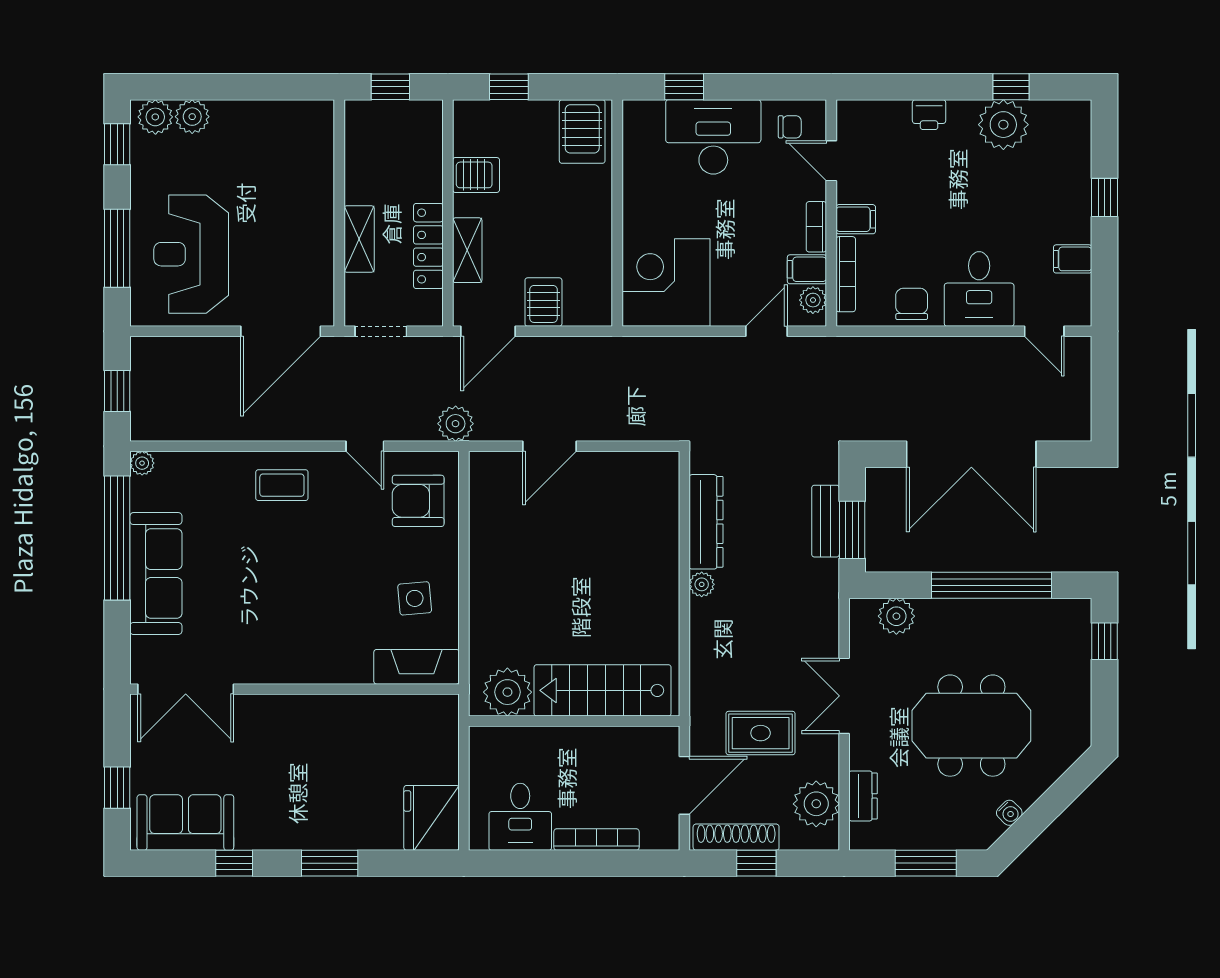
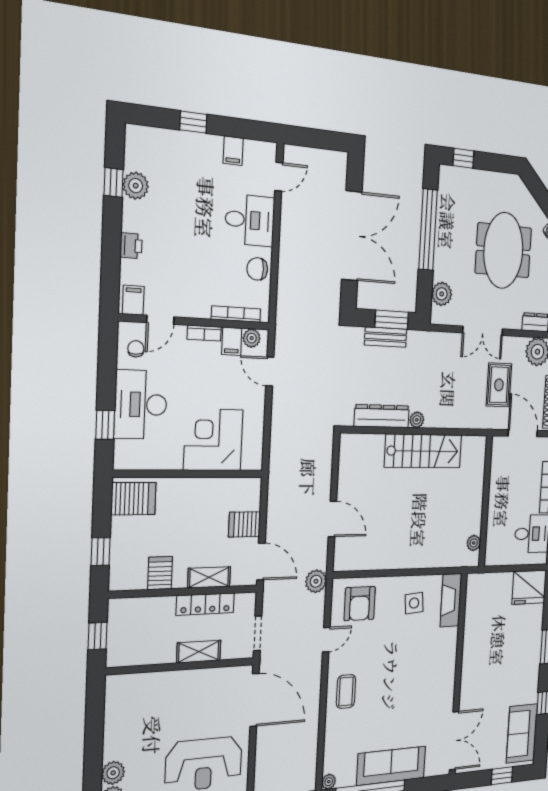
plant: (1003, 125) -> (136, 186), width x0.73, depth x0.73
filing cabinet: (856, 219) -> (133, 300), moved
corner desk: (666, 283) -> (213, 440), moved, turned 90
stairs: (603, 690) -> (423, 451), moved, turned -90
plant: (507, 692) -> (474, 543), width x0.53, depth x0.53

